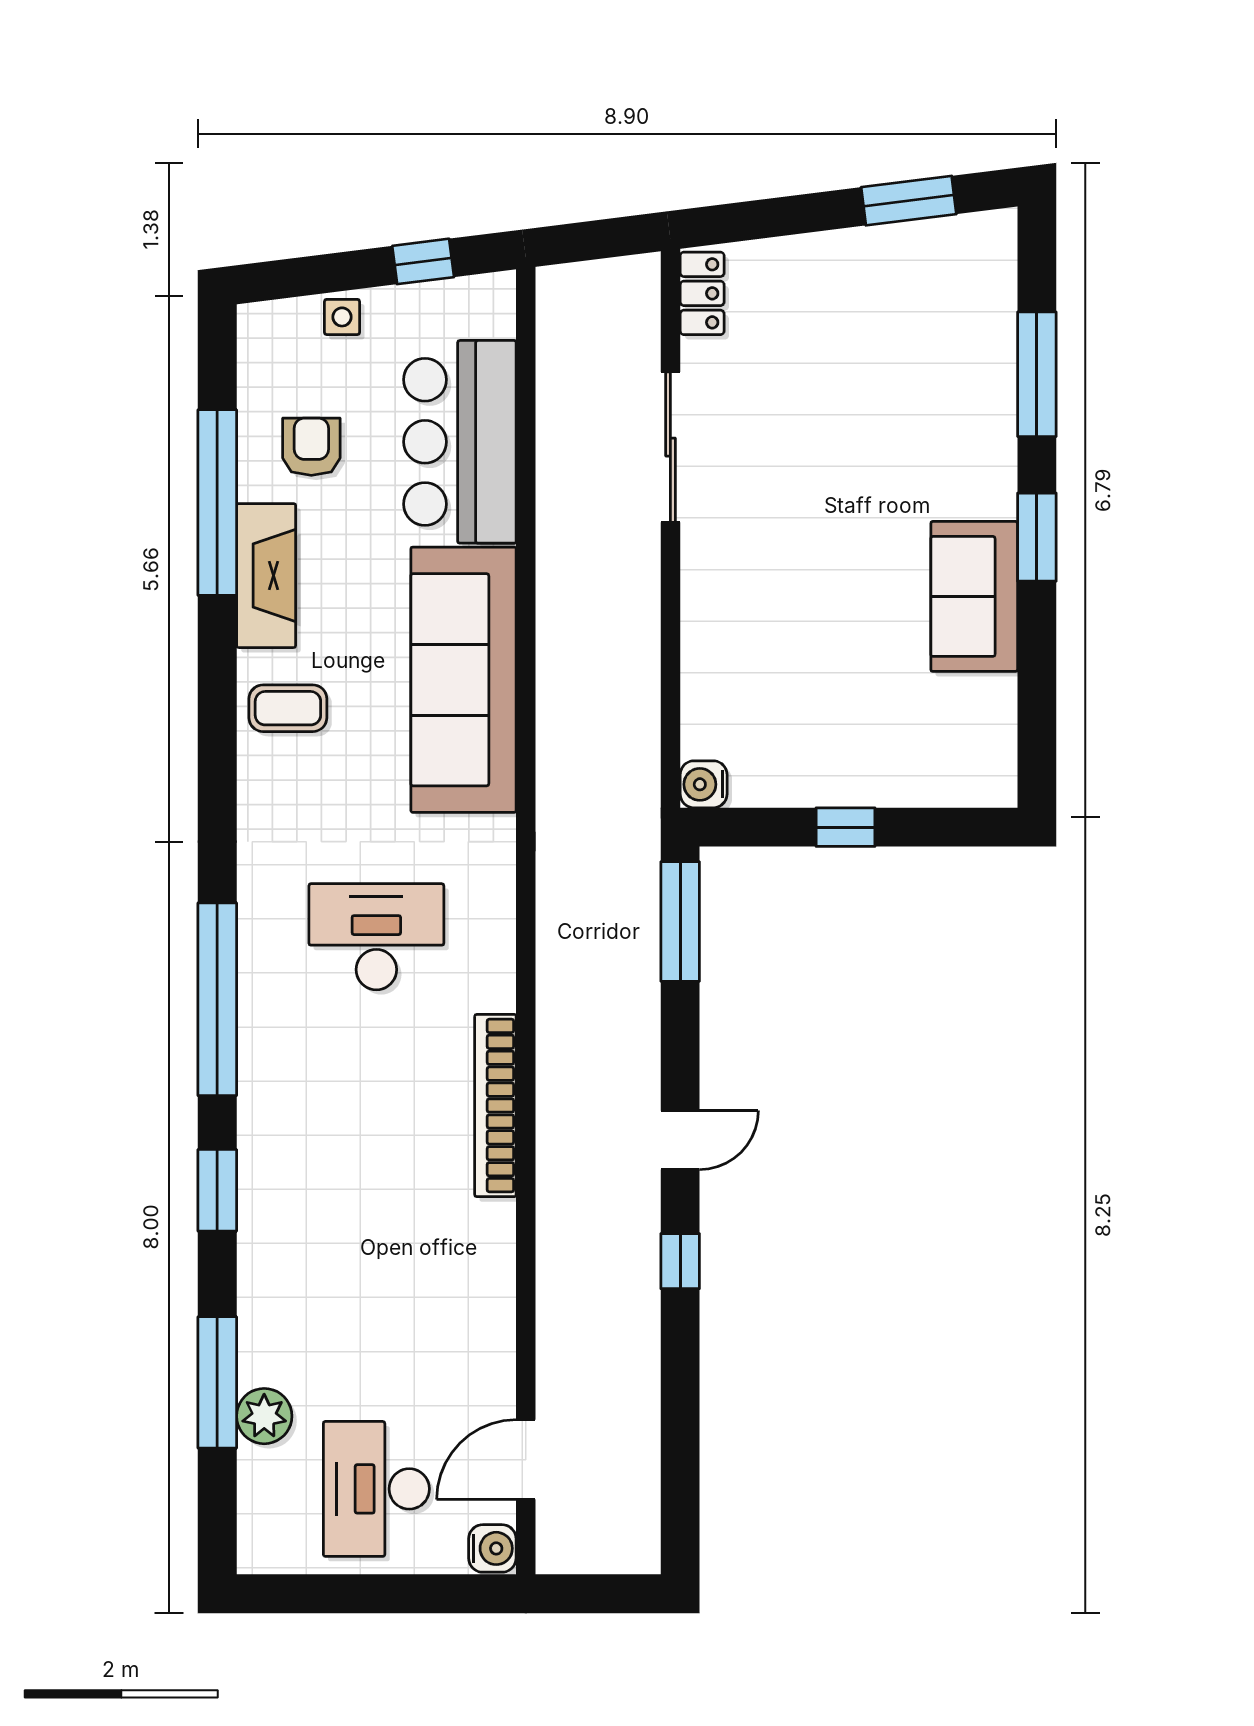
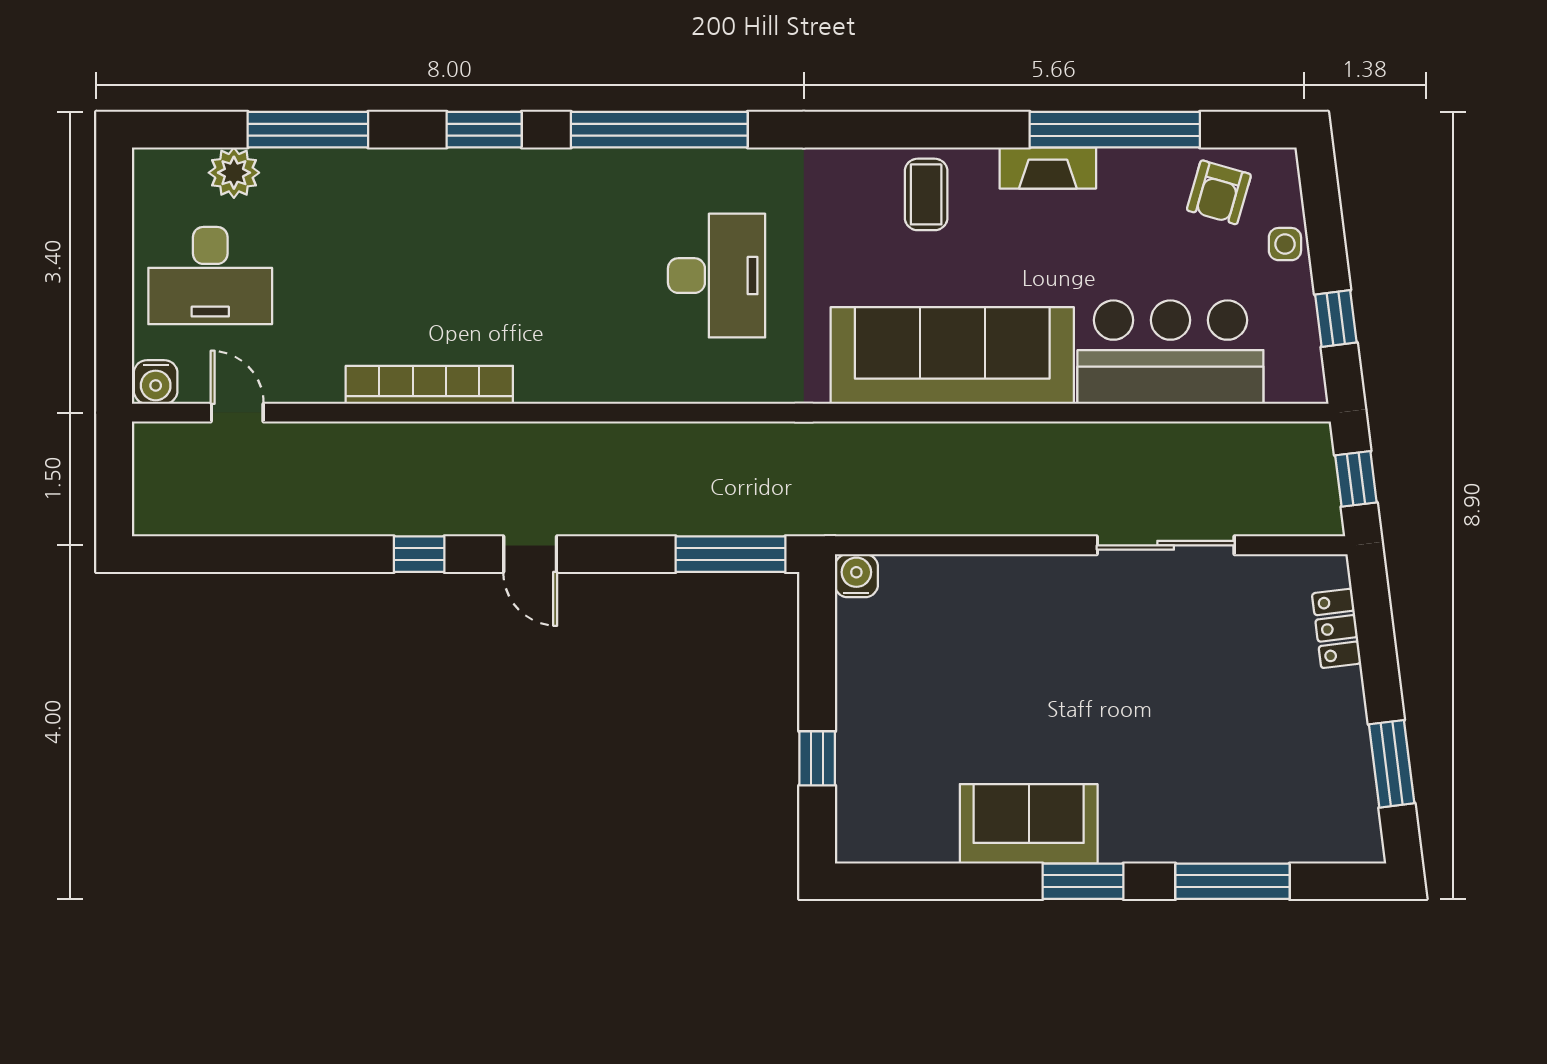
window: (598, 240) -> (1356, 479), added
locker: (702, 293) -> (1337, 628), moved, turned 83
armchair: (311, 447) -> (1219, 192), moved, turned 106
fireplace: (266, 576) -> (1048, 168), width x0.73, depth x0.76
window: (846, 827) -> (817, 758), moved
bookcase: (495, 1106) -> (429, 385), moved
plant: (264, 1416) -> (234, 173), moved
door: (526, 1459) -> (237, 413), width x0.73
desk: (376, 1489) -> (210, 276), turned 180

